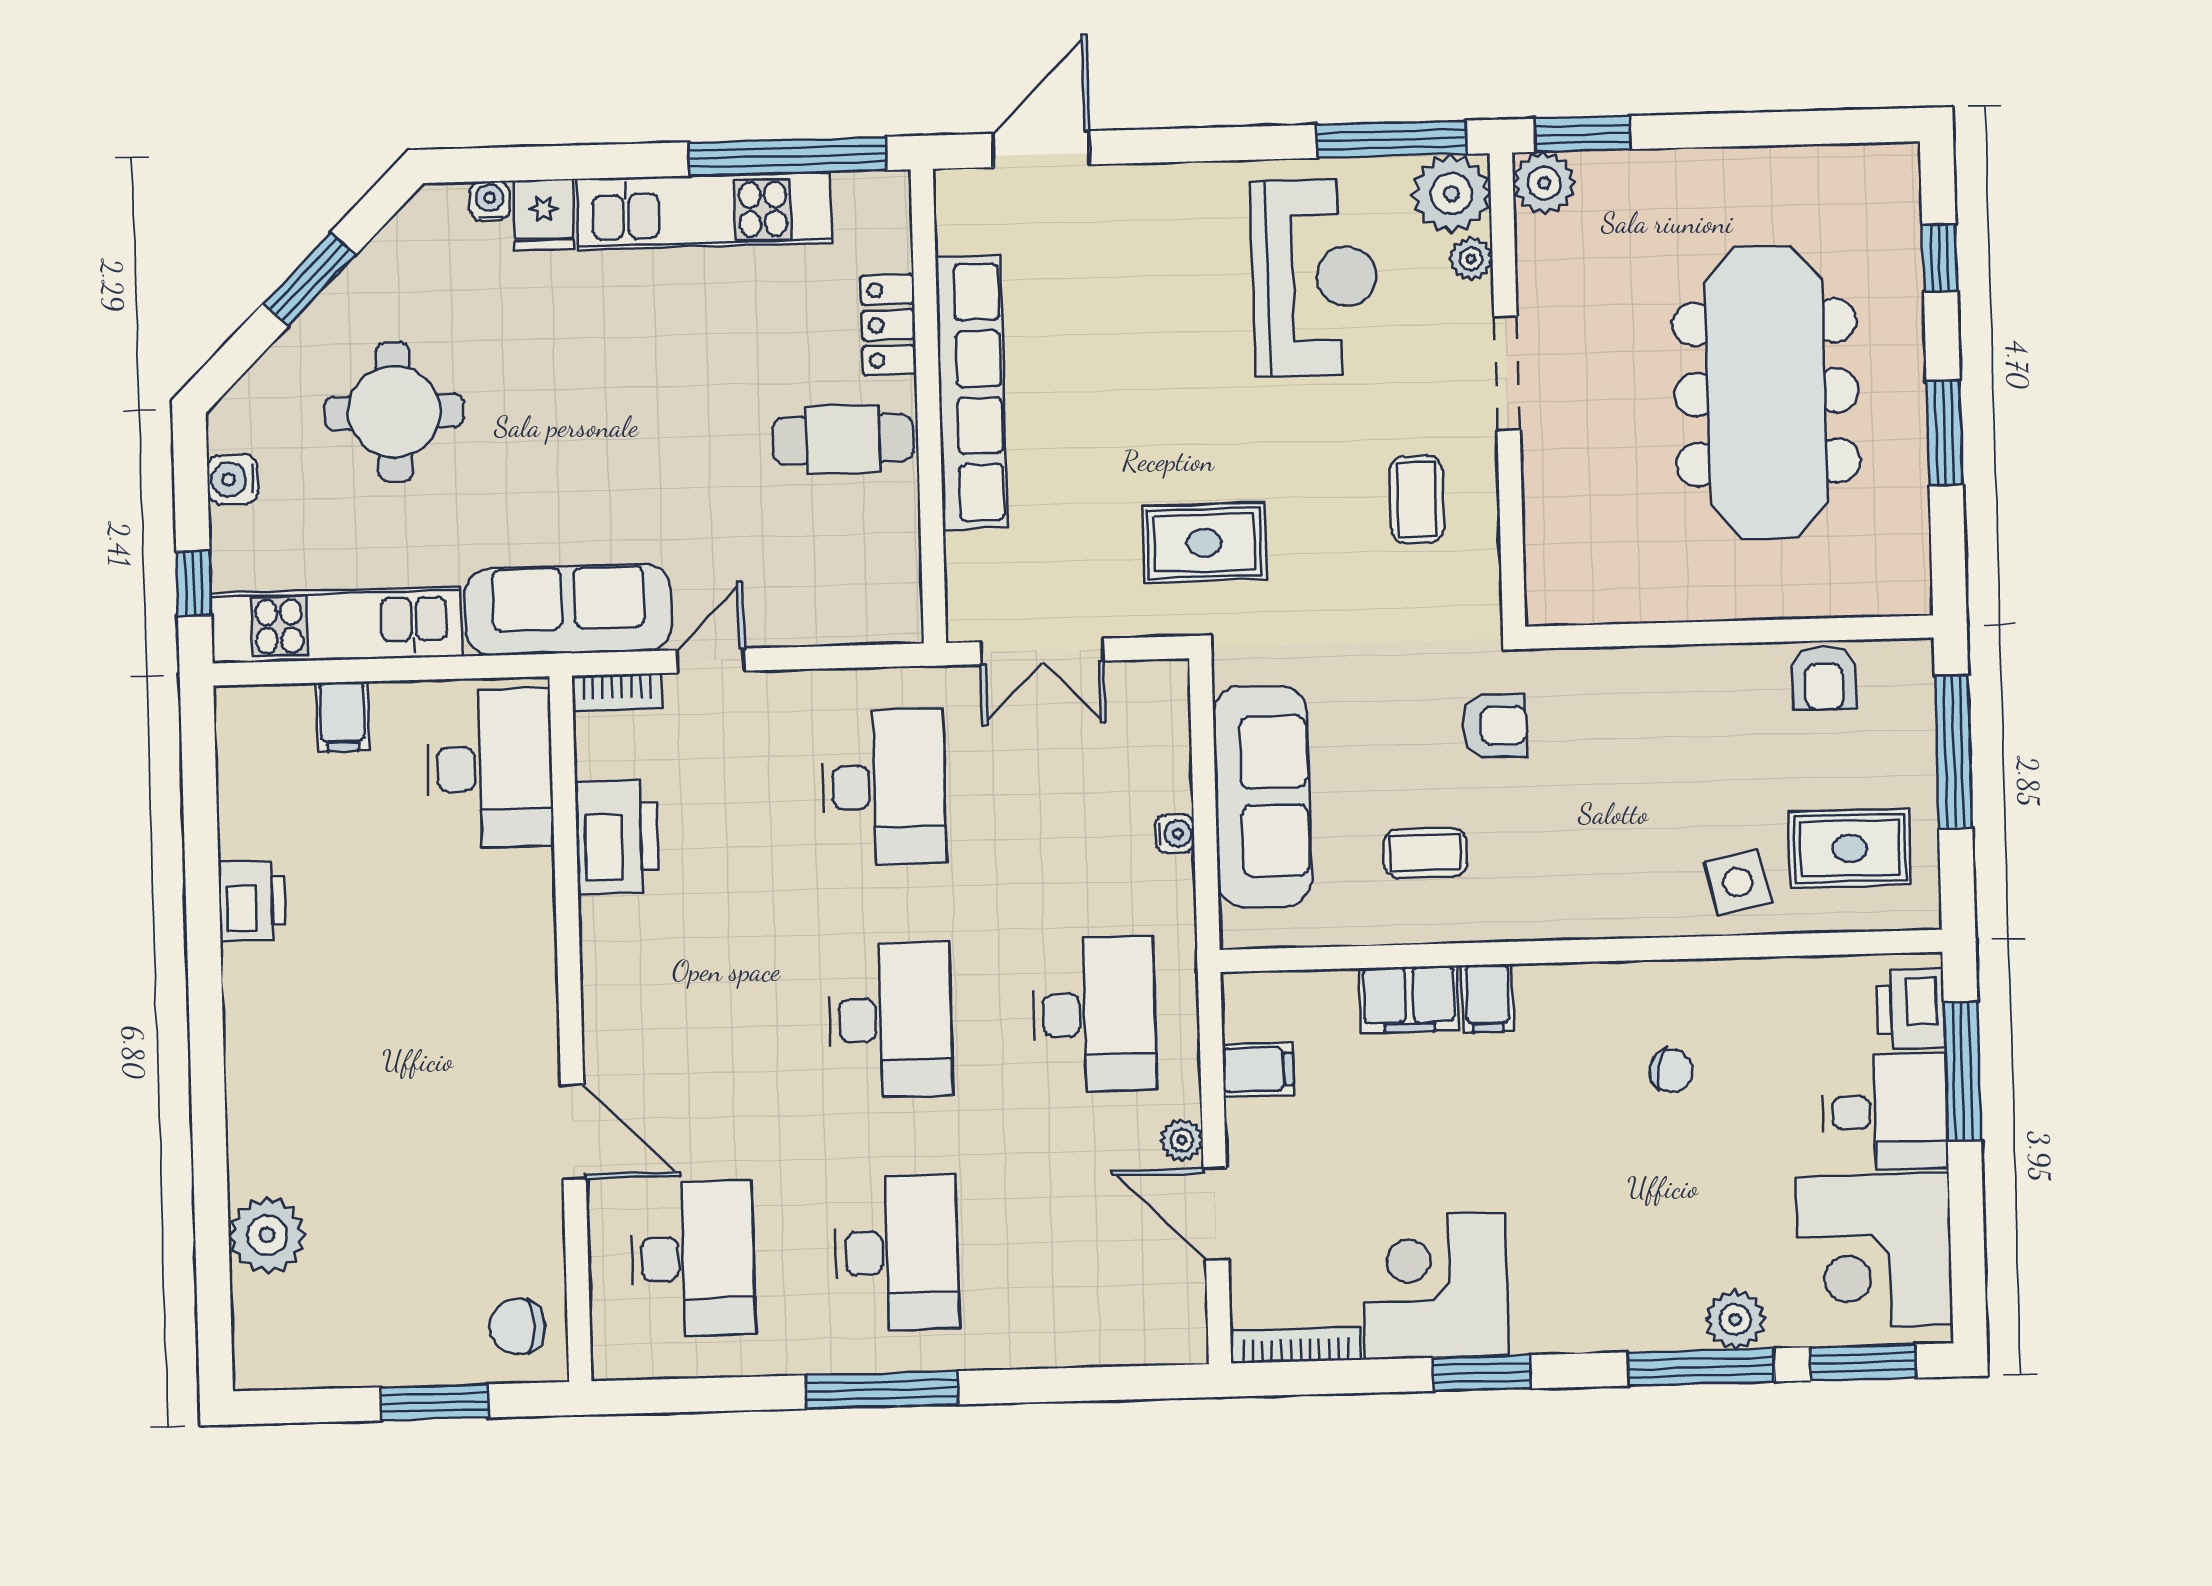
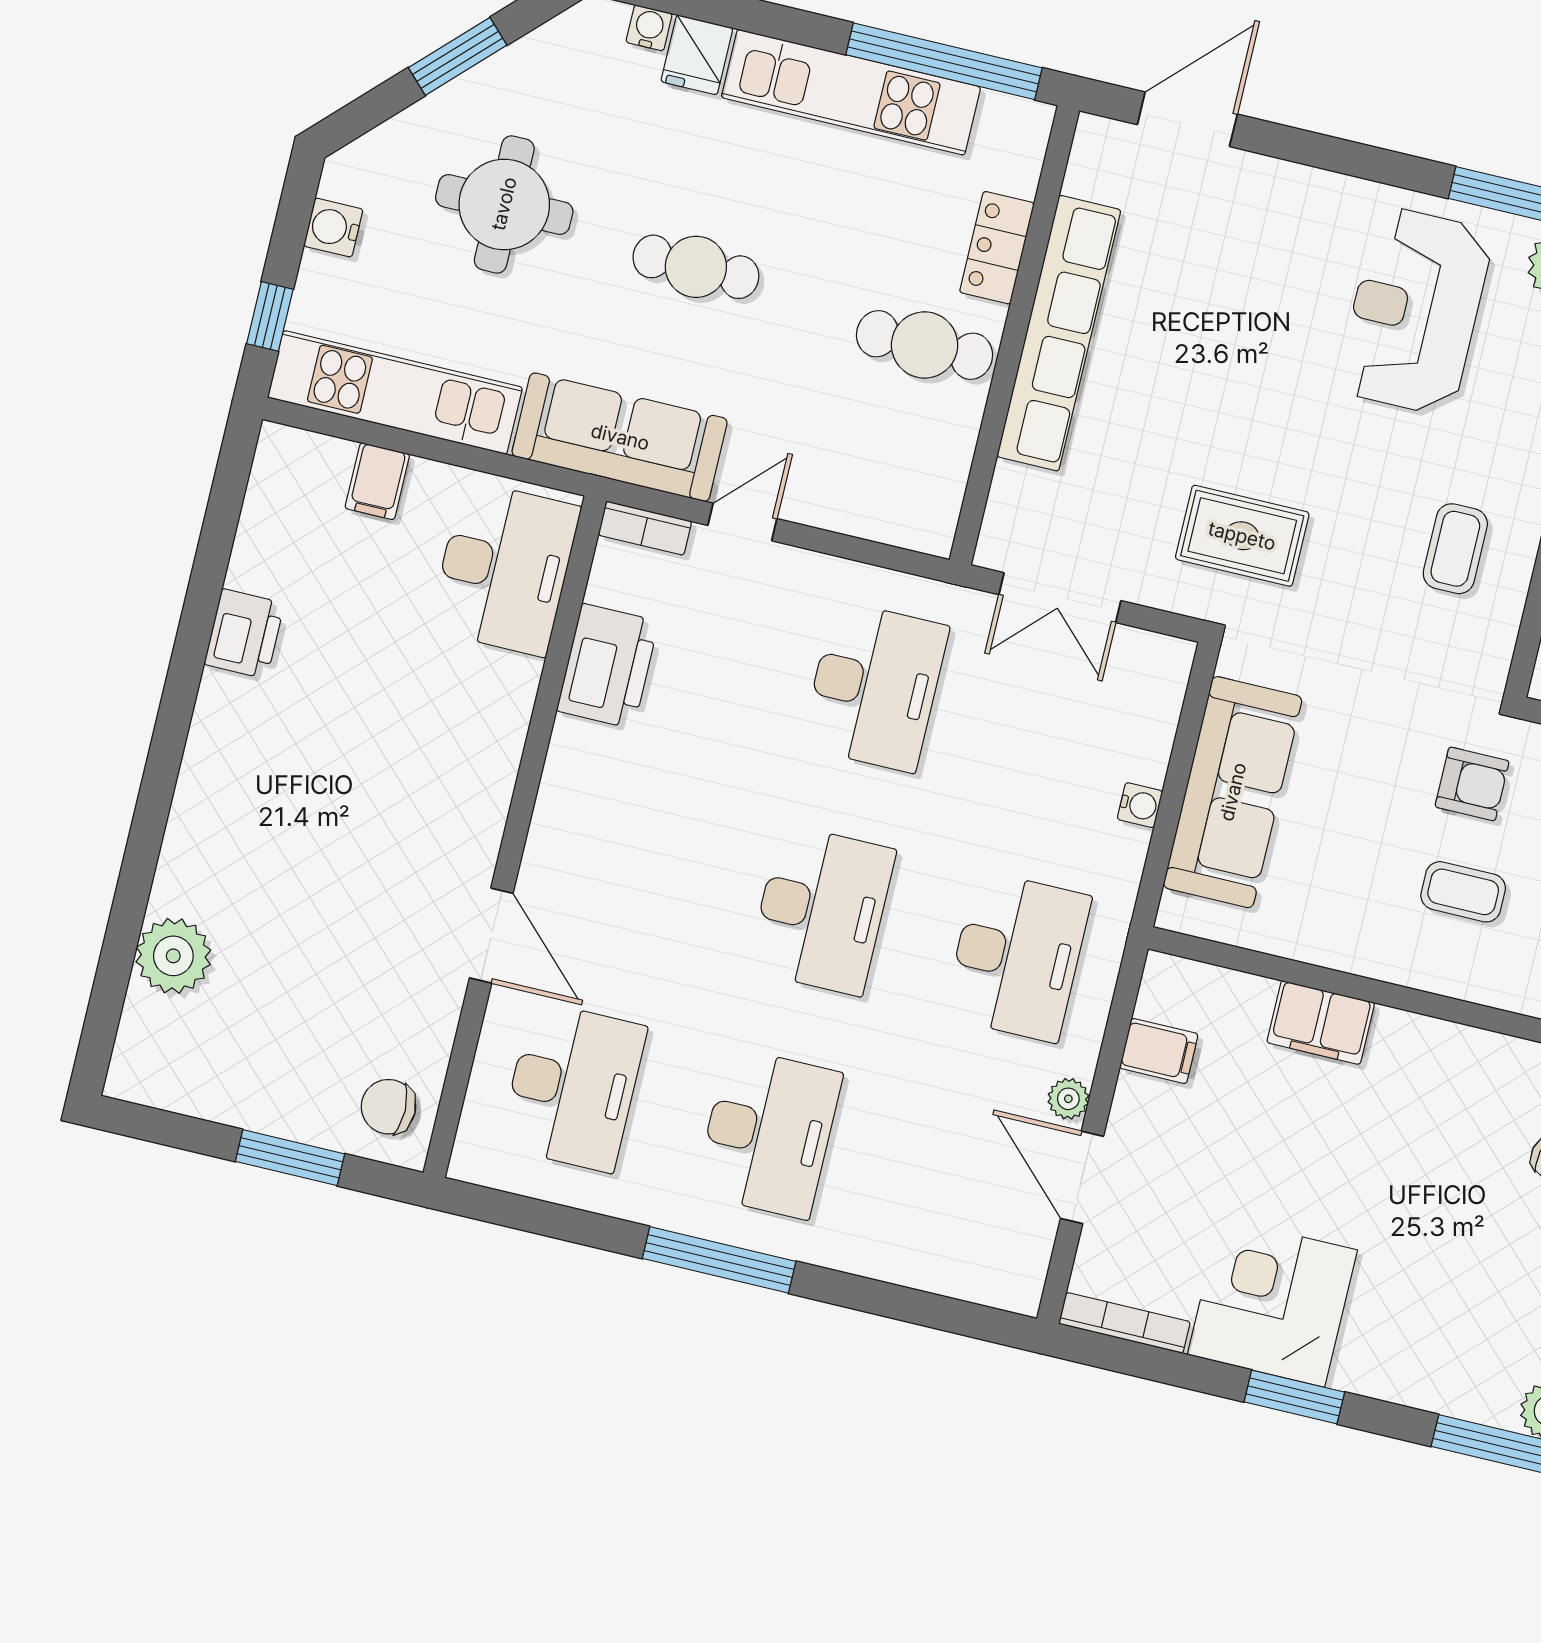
reception desk: (1314, 277) -> (1415, 311), turned 180
cafe table: (598, 423) -> (696, 267), added
coffee table: (1425, 853) -> (1463, 892), moved
filing cabinet: (1488, 998) -> (1396, 1042), removed

